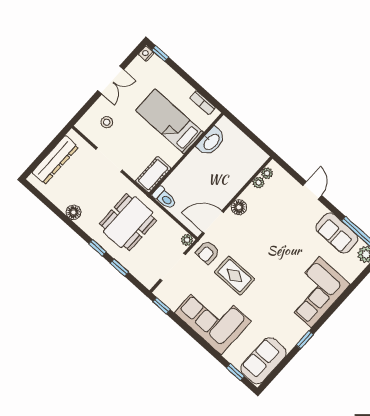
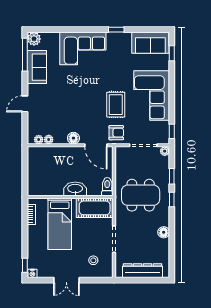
double door: (111, 80) -> (66, 280), swing flipped
washbasin: (211, 142) -> (75, 189), moved
cot: (153, 175) -> (95, 208), width x1.37, depth x1.34
plant: (187, 240) -> (165, 151), moved

